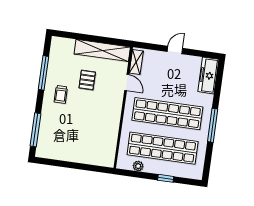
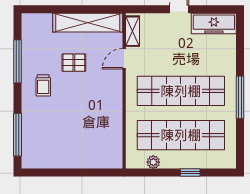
freezer: (208, 75) -> (214, 23), moved, turned -90
pallet: (87, 80) -> (74, 63), turned 90
door: (127, 83) -> (124, 59), swing flipped

